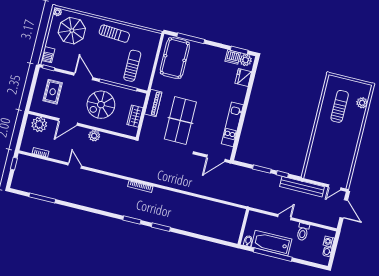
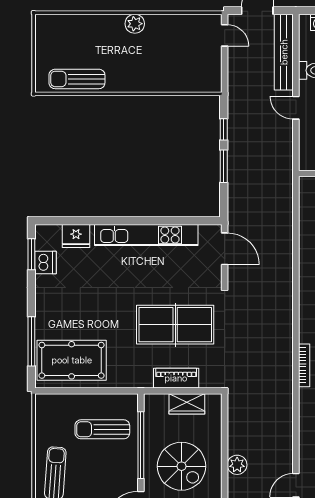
plant: (246, 60) -> (45, 239), removed
piano: (153, 103) -> (176, 378), moved
plant: (362, 103) -> (135, 24), moved
sun lounger: (340, 106) -> (77, 79), moved
kitchen unit: (232, 124) -> (146, 235), width x1.36
bench: (302, 187) -> (284, 52), moved

